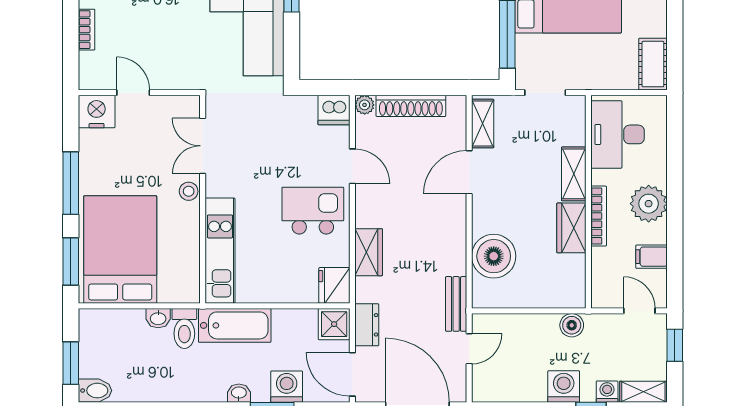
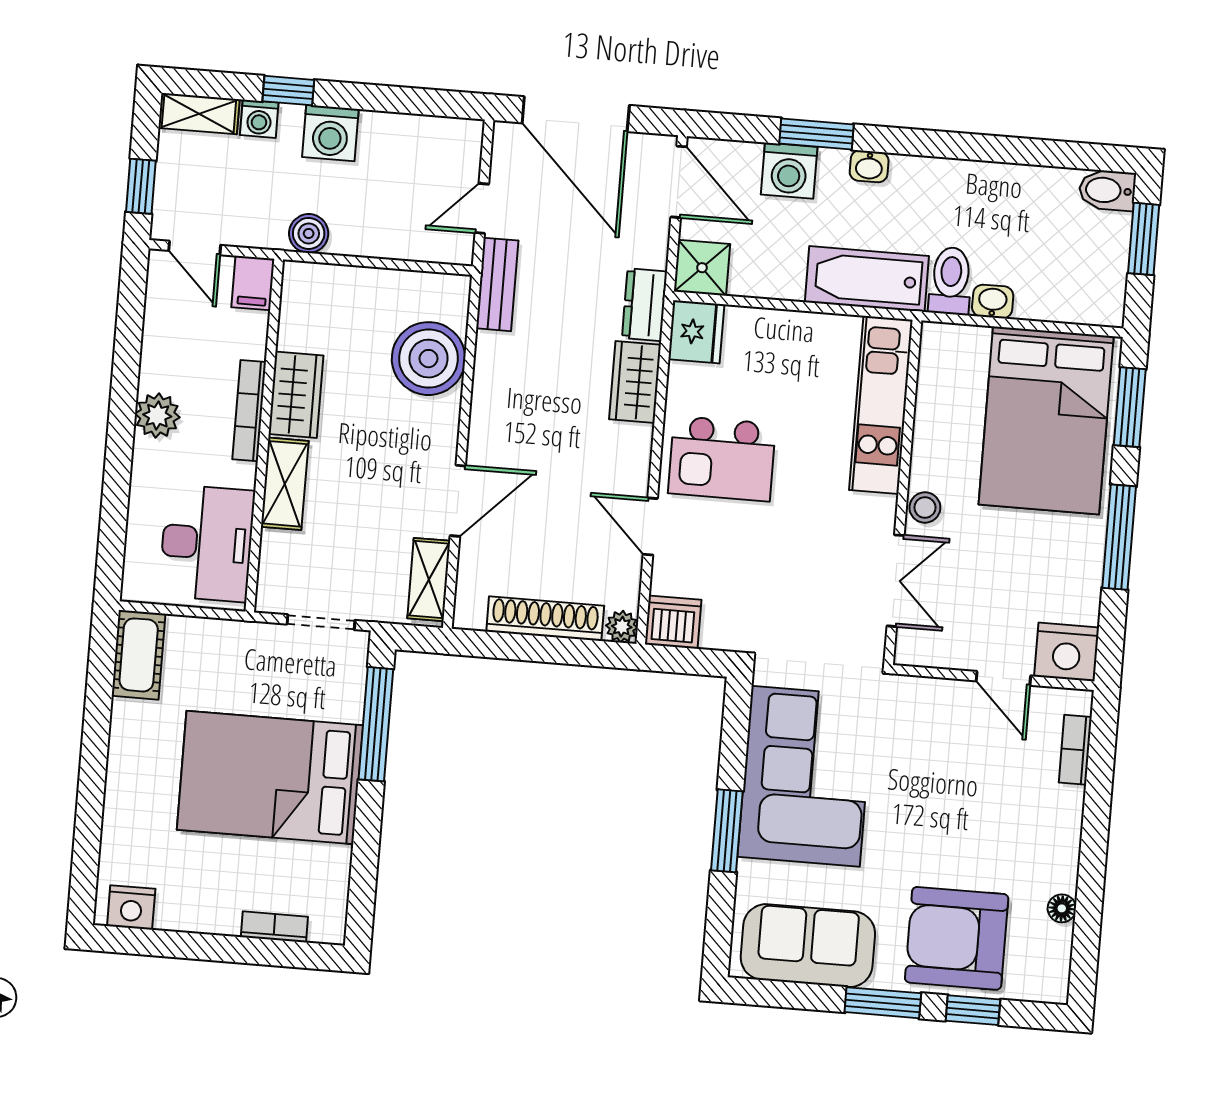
bookcase: (86, 30) -> (1075, 750), moved
plant: (649, 204) -> (157, 416), width x0.73, depth x0.73
filing cabinet: (651, 257) -> (253, 283), moved, turned 90
dresser: (367, 325) -> (644, 305), moved

